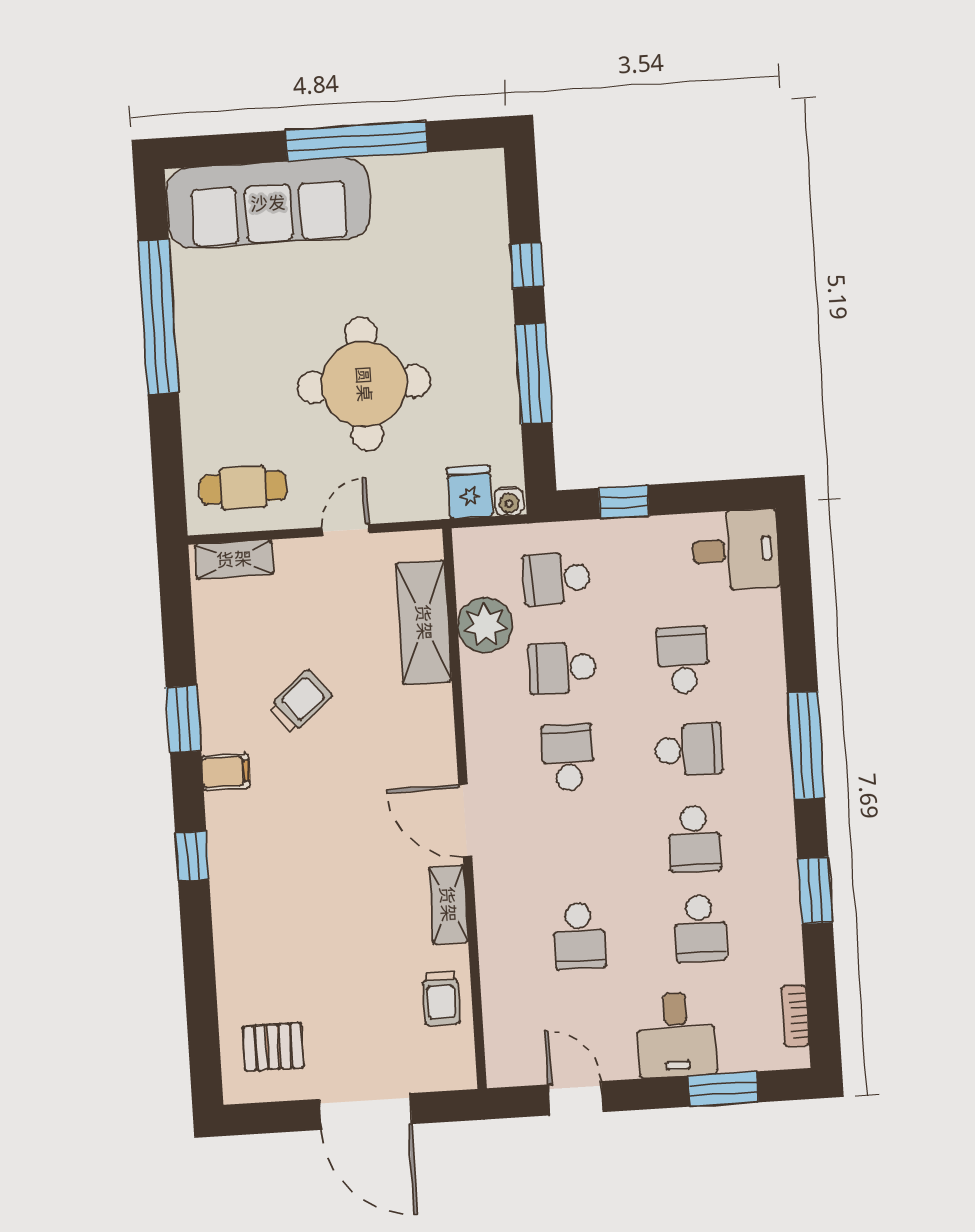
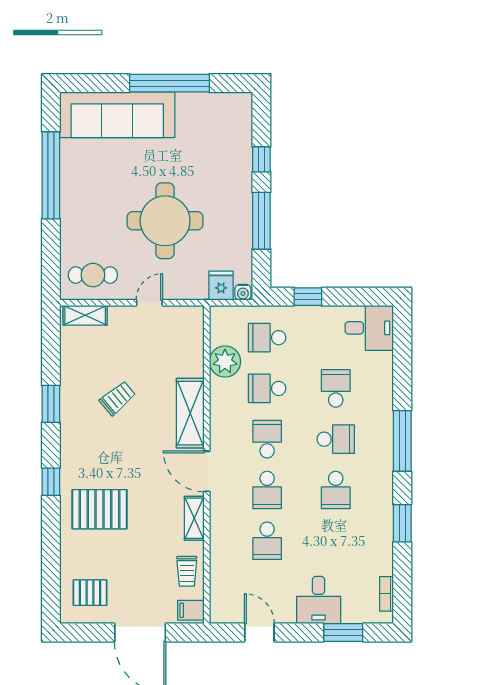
shelving: (424, 622) -> (190, 413), moved
filing cabinet: (226, 772) -> (191, 610), moved, turned 180
pallet: (281, 899) -> (99, 509), added
school desk: (700, 928) -> (267, 490), moved

